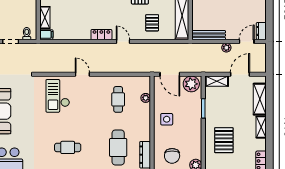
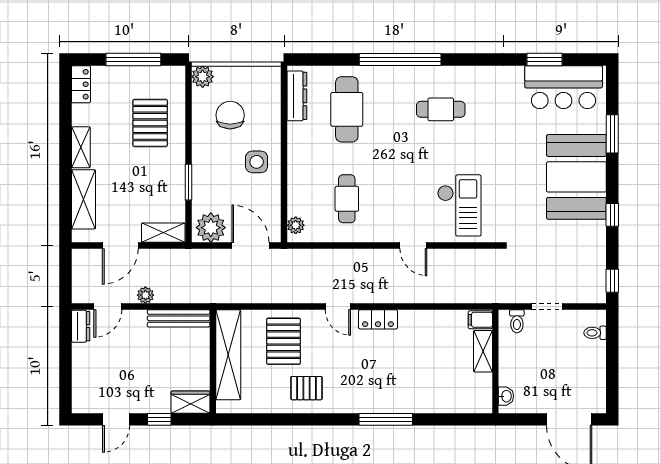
pallet: (152, 23) -> (284, 341), width x1.50, depth x1.42
plant: (146, 98) -> (296, 225), moved
chair: (172, 156) -> (230, 115), moved

